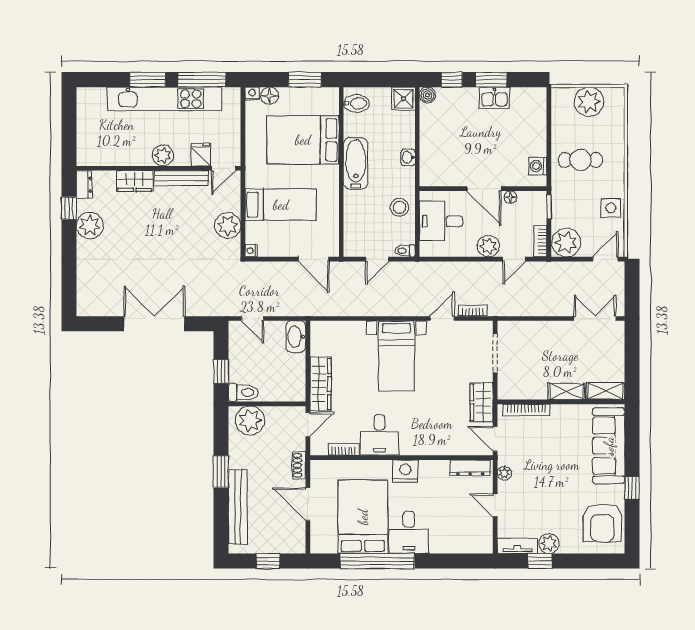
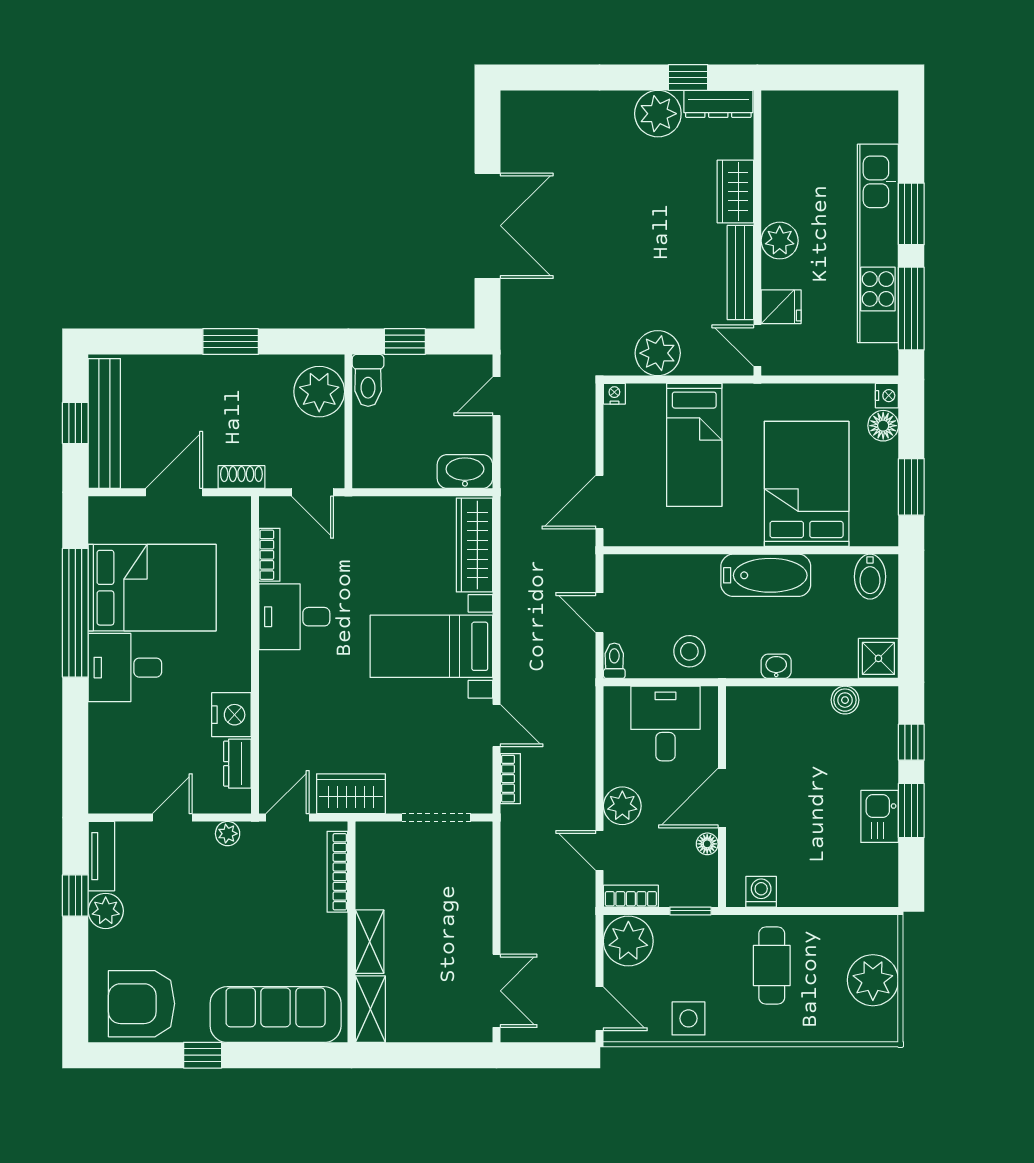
boiler: (427, 95) -> (845, 700), moved
dresser: (84, 185) -> (718, 104), width x1.44
wardrobe: (321, 384) -> (474, 545), moved, turned 90
dresser: (470, 468) -> (237, 764), width x0.70
nightstand: (405, 471) -> (231, 715), moved
bench: (238, 507) -> (104, 424), moved, turned 90

